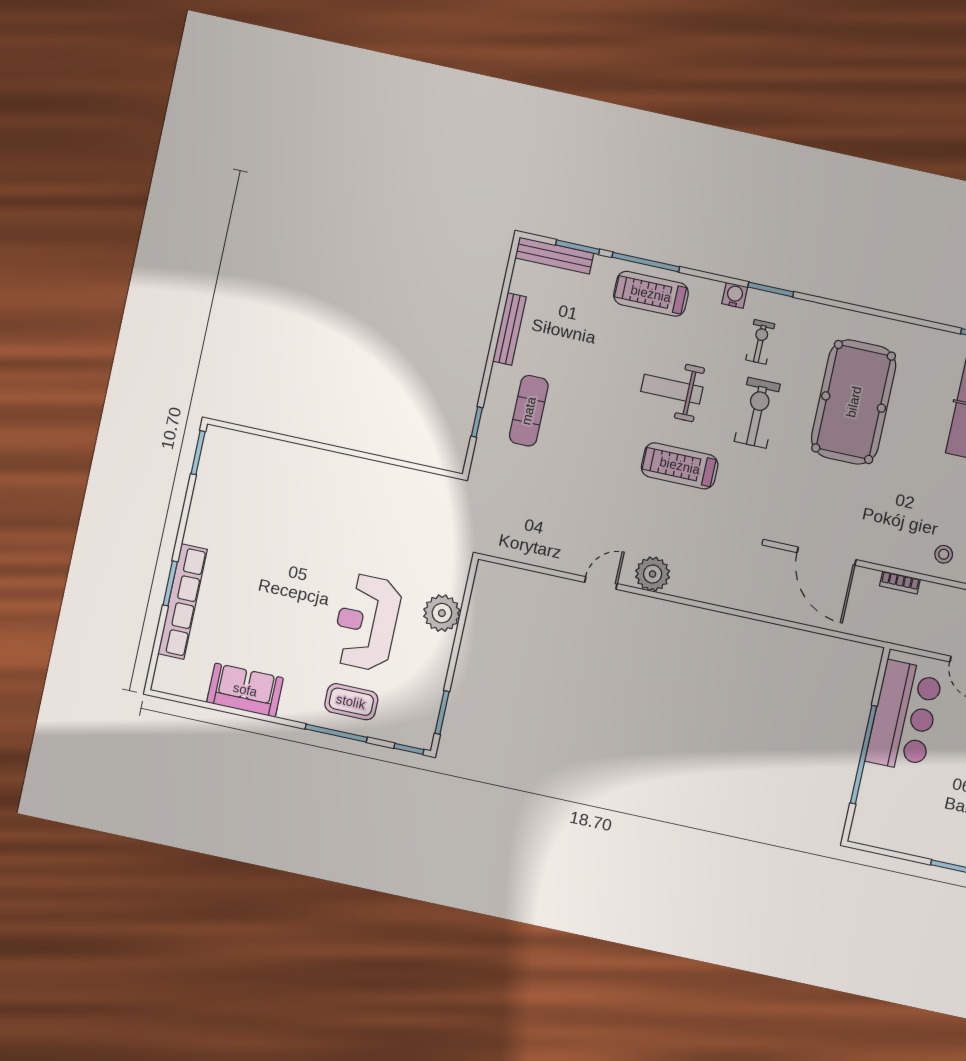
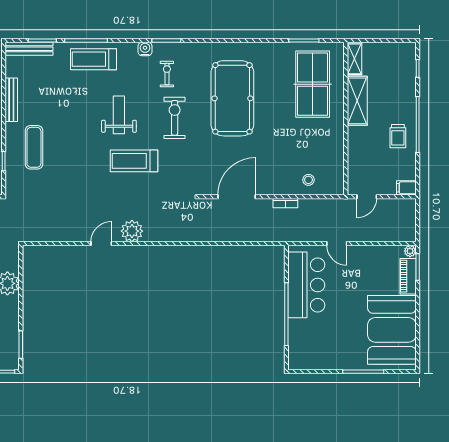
weight bench: (672, 389) -> (119, 115), turned 90
door: (827, 556) -> (237, 197), swing flipped

